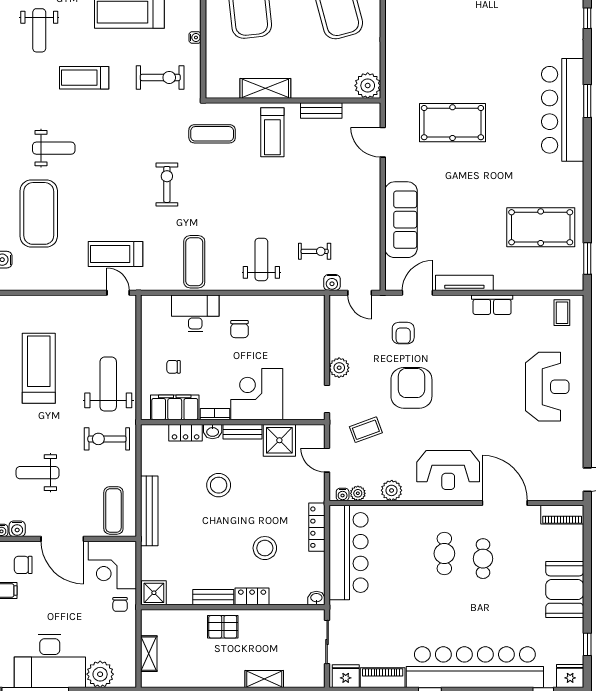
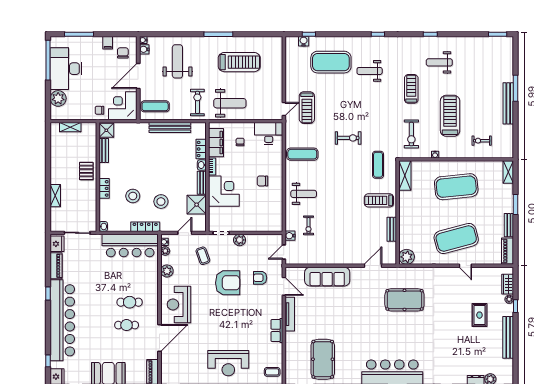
shelving: (265, 88) -> (405, 176), moved
pool table: (452, 123) -> (404, 300), moved, turned 90
weight bench: (54, 148) -> (370, 71), turned 90
treadmill: (116, 254) -> (307, 108), turned 180
desk: (195, 313) -> (269, 133), moved, turned -90
weight bench: (38, 473) -> (177, 61), width x1.36, depth x1.33
stool: (219, 485) -> (161, 202), moved
bench: (149, 511) -> (170, 128), moved
bench: (213, 597) -> (104, 150), moved

